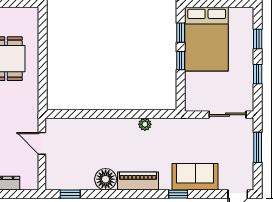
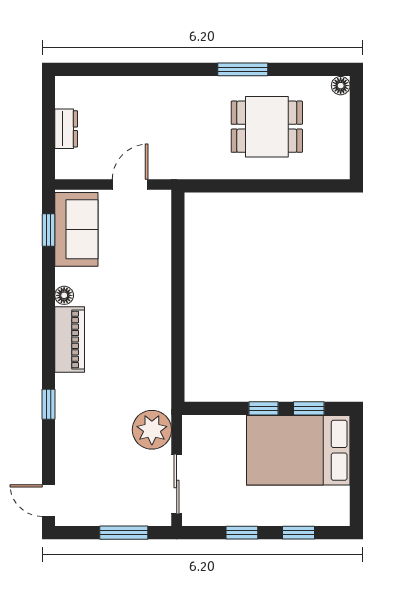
plant: (145, 124) -> (152, 430), moved, width x1.87, depth x1.87
sofa: (195, 177) -> (76, 229), moved
floor lamp: (106, 179) -> (64, 295), width x0.53, depth x0.53

